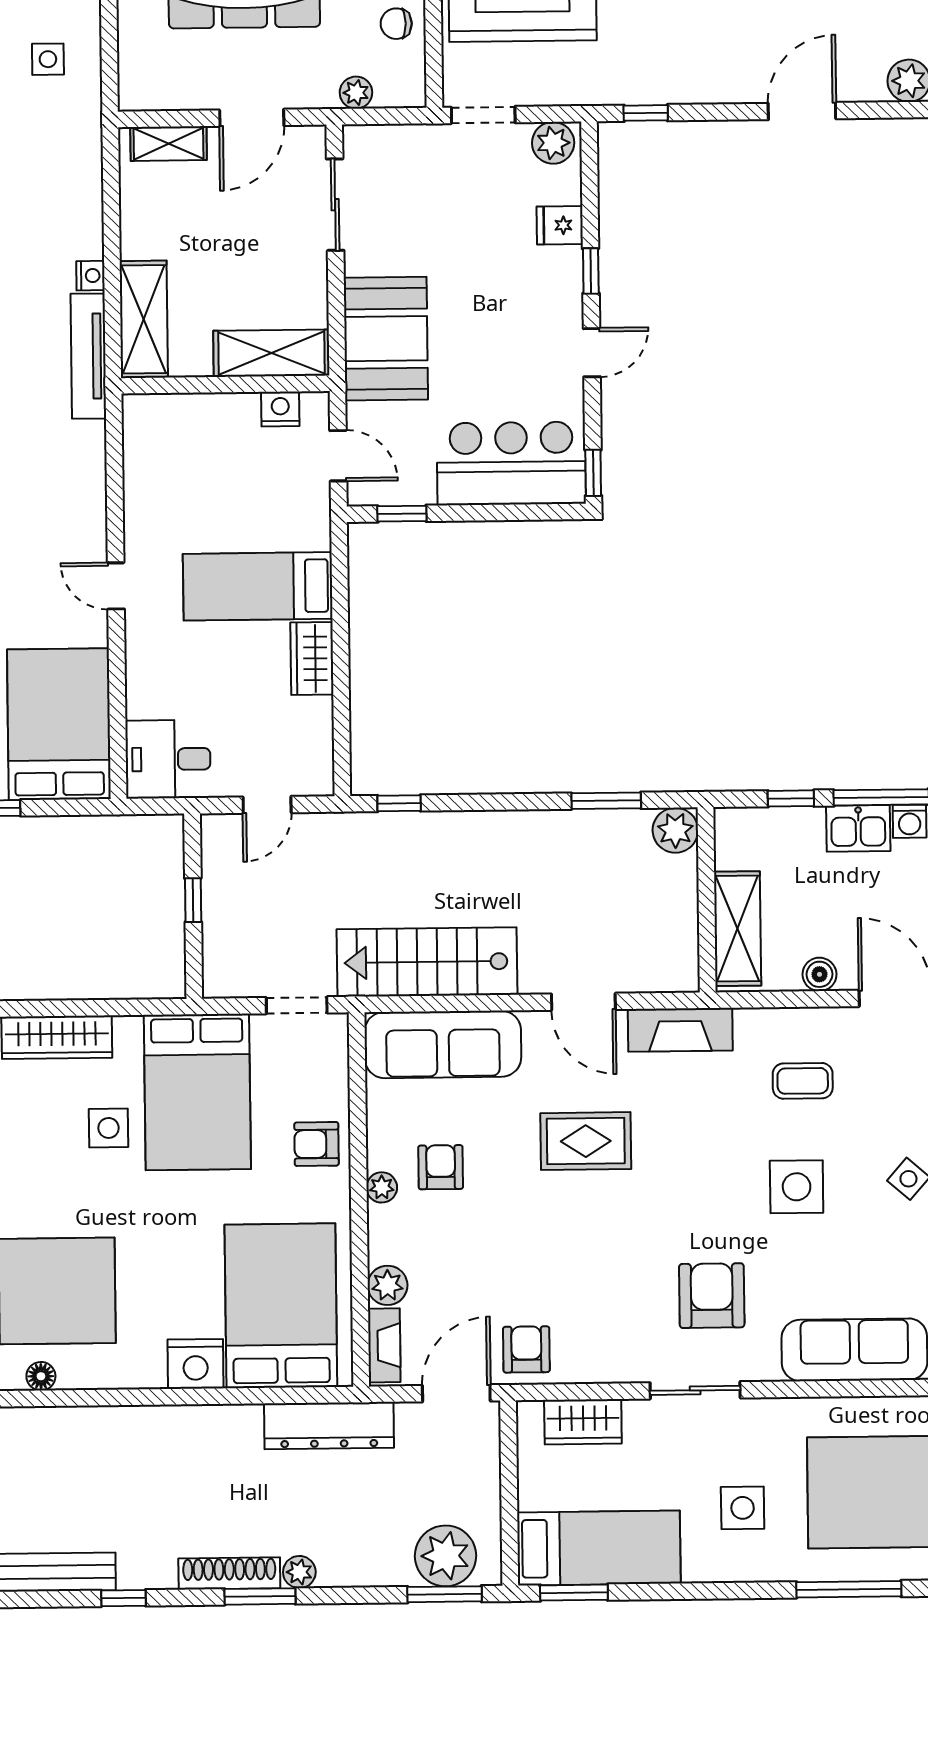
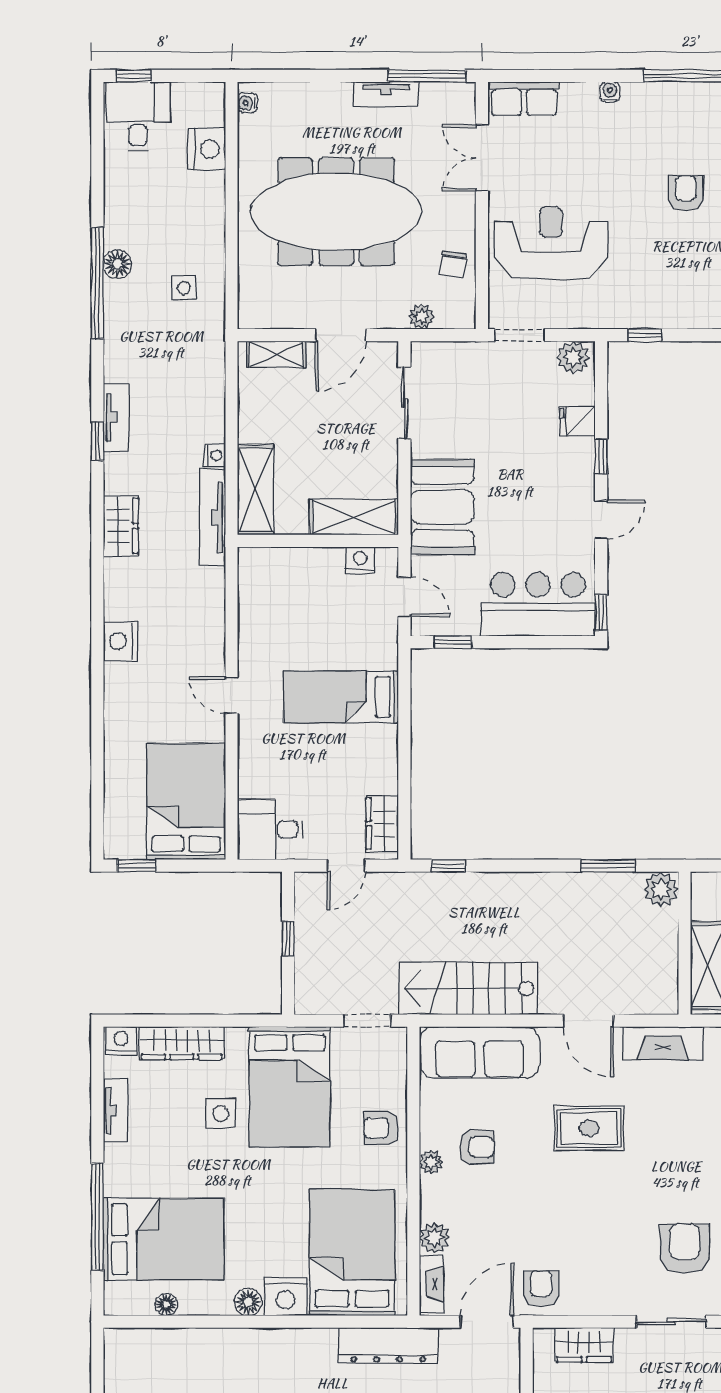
chair: (396, 24) -> (453, 264), turned -82
wardrobe: (312, 659) -> (382, 824), moved
armchair: (441, 1167) -> (477, 1147), turned 90
floor lamp: (147, 1371) -> (248, 1302), added

